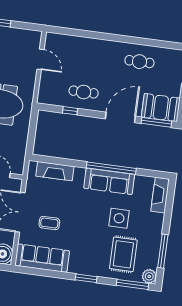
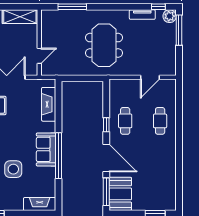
cafe table: (139, 62) -> (160, 121), moved
window: (70, 111) -> (106, 125), moved
sofa: (109, 181) -> (46, 149), width x0.73

